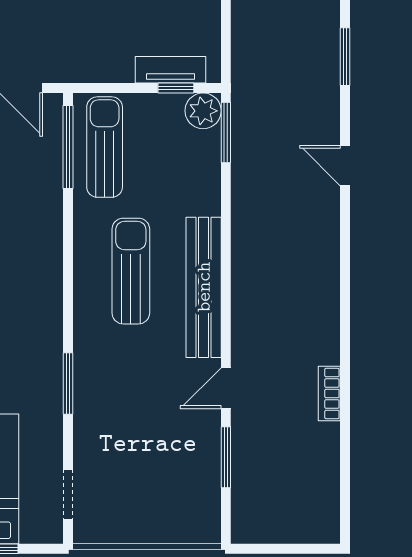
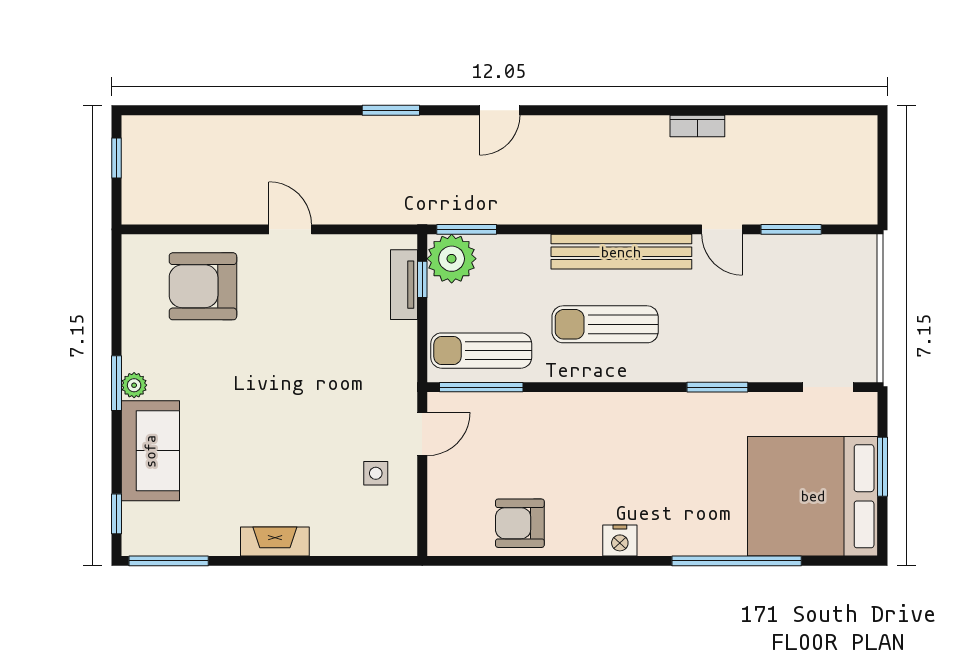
plant: (203, 111) -> (452, 259), width x1.36, depth x1.36
bookcase: (329, 394) -> (697, 126), moved

